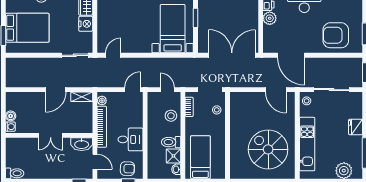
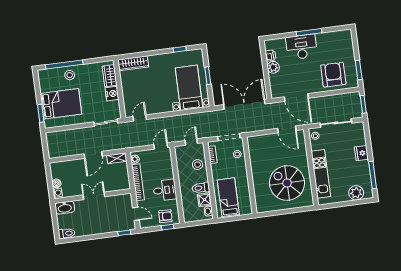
armchair: (336, 35) -> (333, 75), turned 90
door: (167, 90) -> (191, 142), hinge flipped
double door: (51, 135) -> (94, 196), swing flipped
washbasin: (82, 144) -> (65, 208), moved

